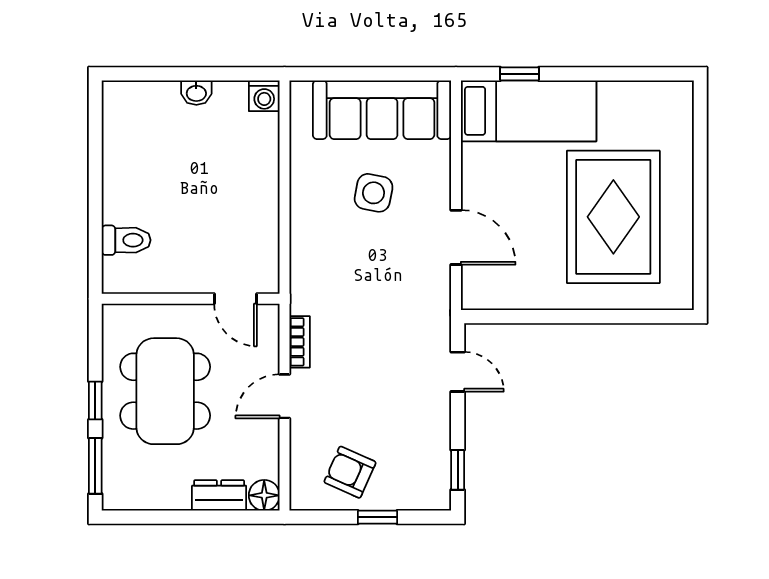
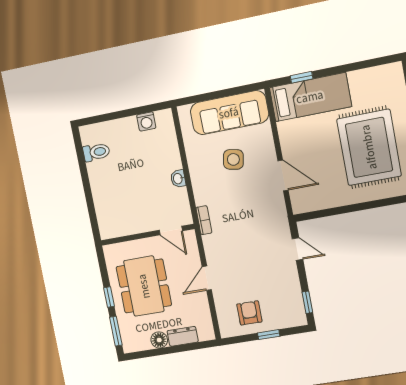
washbasin: (196, 93) -> (178, 179), moved, turned 90
washing machine: (264, 96) -> (146, 121), moved
toilet: (126, 240) -> (96, 152), moved
bookcase: (300, 342) -> (204, 220), moved
armchair: (350, 472) -> (249, 313), turned 66
floor lamp: (264, 495) -> (159, 340), moved

